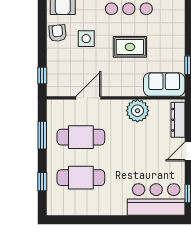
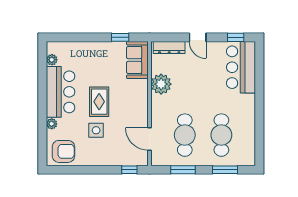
armchair: (58, 33) -> (91, 156), removed
rug: (130, 47) -> (99, 102), moved
door: (88, 98) -> (149, 139), moved
window: (42, 182) -> (225, 170), width x1.50

